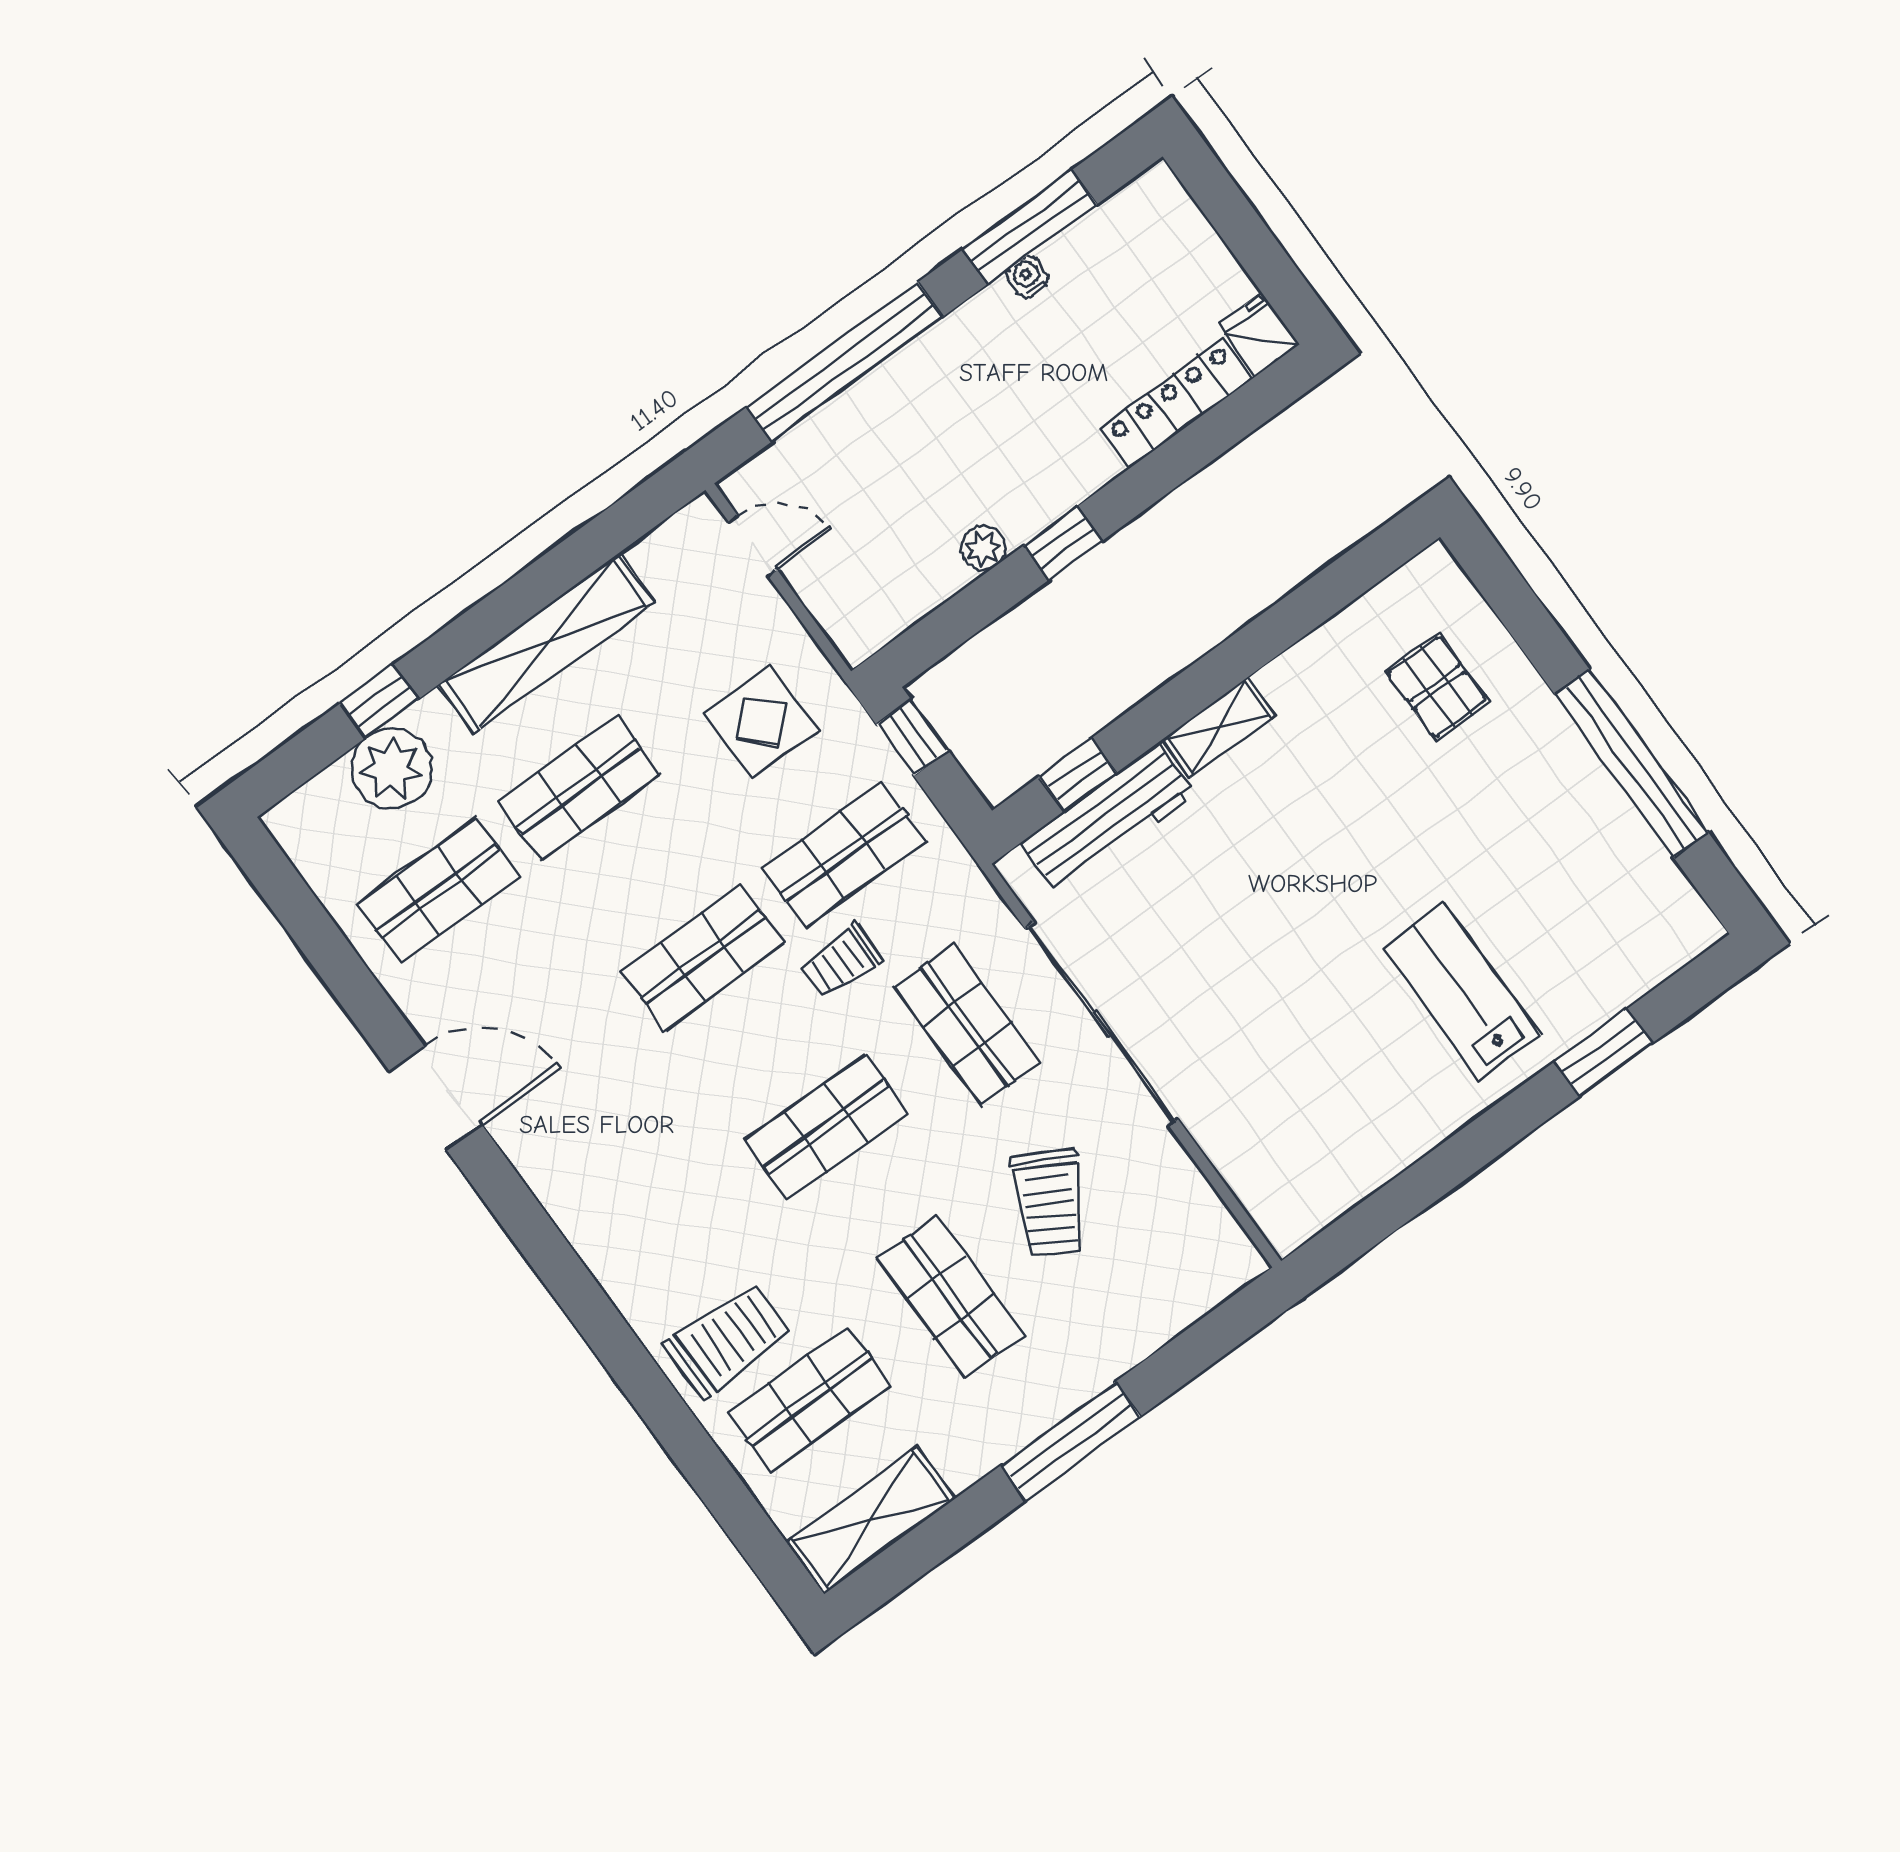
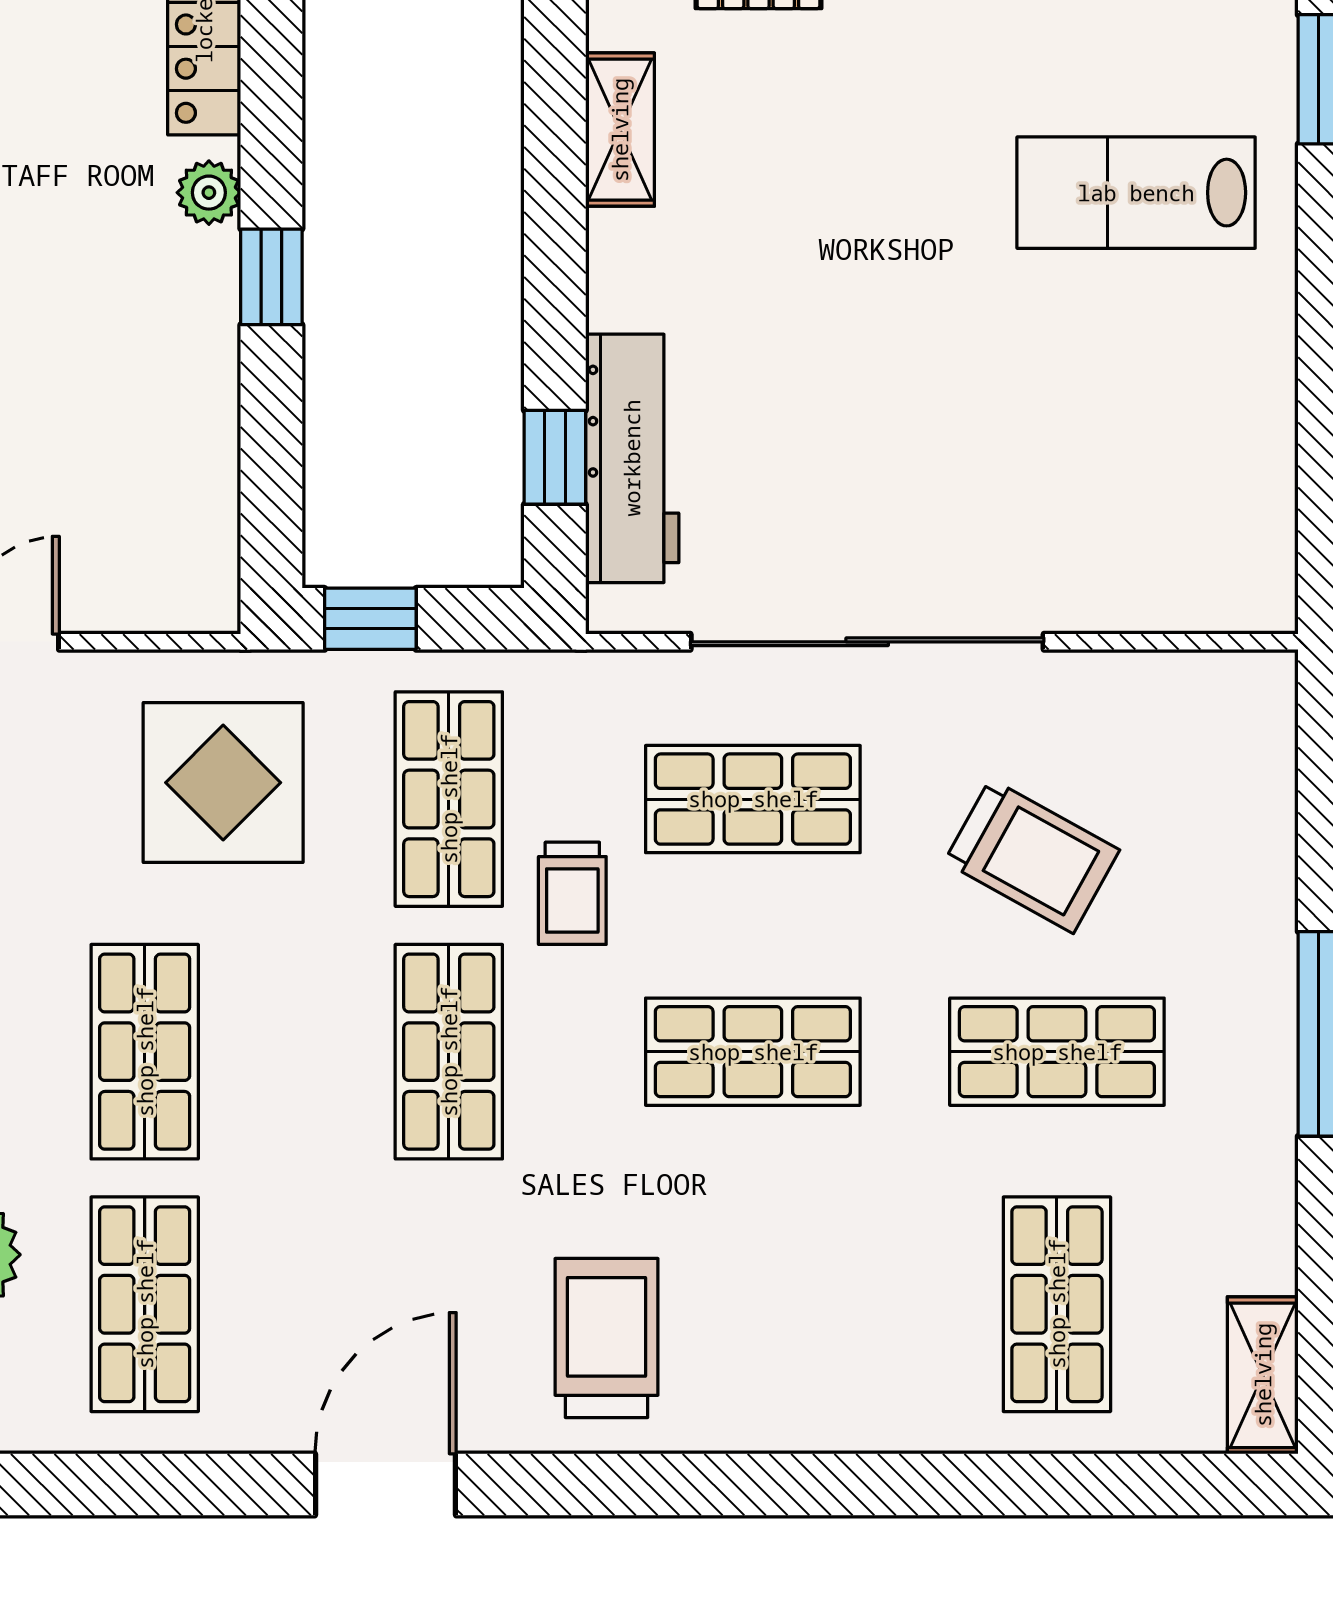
plant: (983, 548) -> (209, 193), moved
display table: (761, 722) -> (223, 783), width x1.36, depth x1.36
shelving: (1219, 727) -> (620, 130), moved
shop shelf: (827, 1127) -> (753, 1052), turned 90
trolley: (728, 1341) -> (606, 1338), moved
shelving: (870, 1520) -> (1263, 1375), width x0.67, depth x0.75

